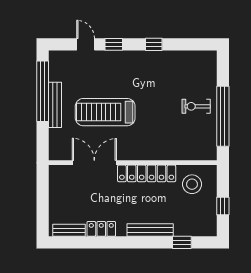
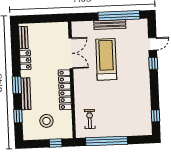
window: (154, 44) -> (155, 116), moved
exercise bike: (196, 106) -> (90, 119), moved
stool: (192, 184) -> (46, 121), moved
window: (223, 206) -> (56, 143), moved
window: (137, 242) -> (17, 85), added

